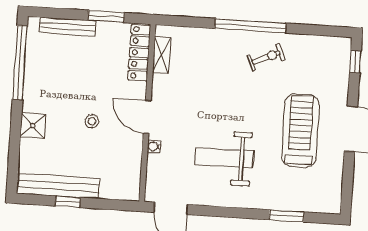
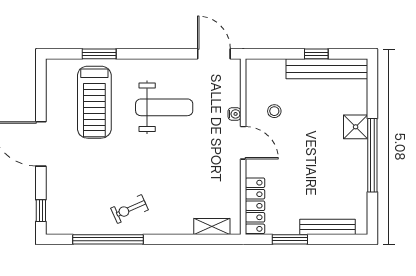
window: (251, 26) -> (108, 239), moved
shelving: (162, 55) -> (212, 226), moved, turned 90
window: (20, 63) -> (372, 155), moved
stool: (92, 121) -> (274, 111), moved
treadmill: (300, 131) -> (94, 102), moved

